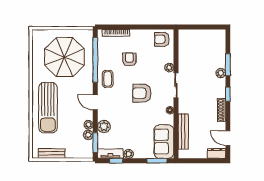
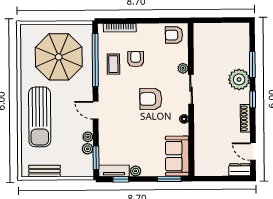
plant: (221, 73) -> (239, 79), width x1.88, depth x1.88
coffee table: (108, 79) -> (113, 64), moved
plant: (104, 126) -> (106, 139), removed
bench: (183, 132) -> (200, 144), removed

